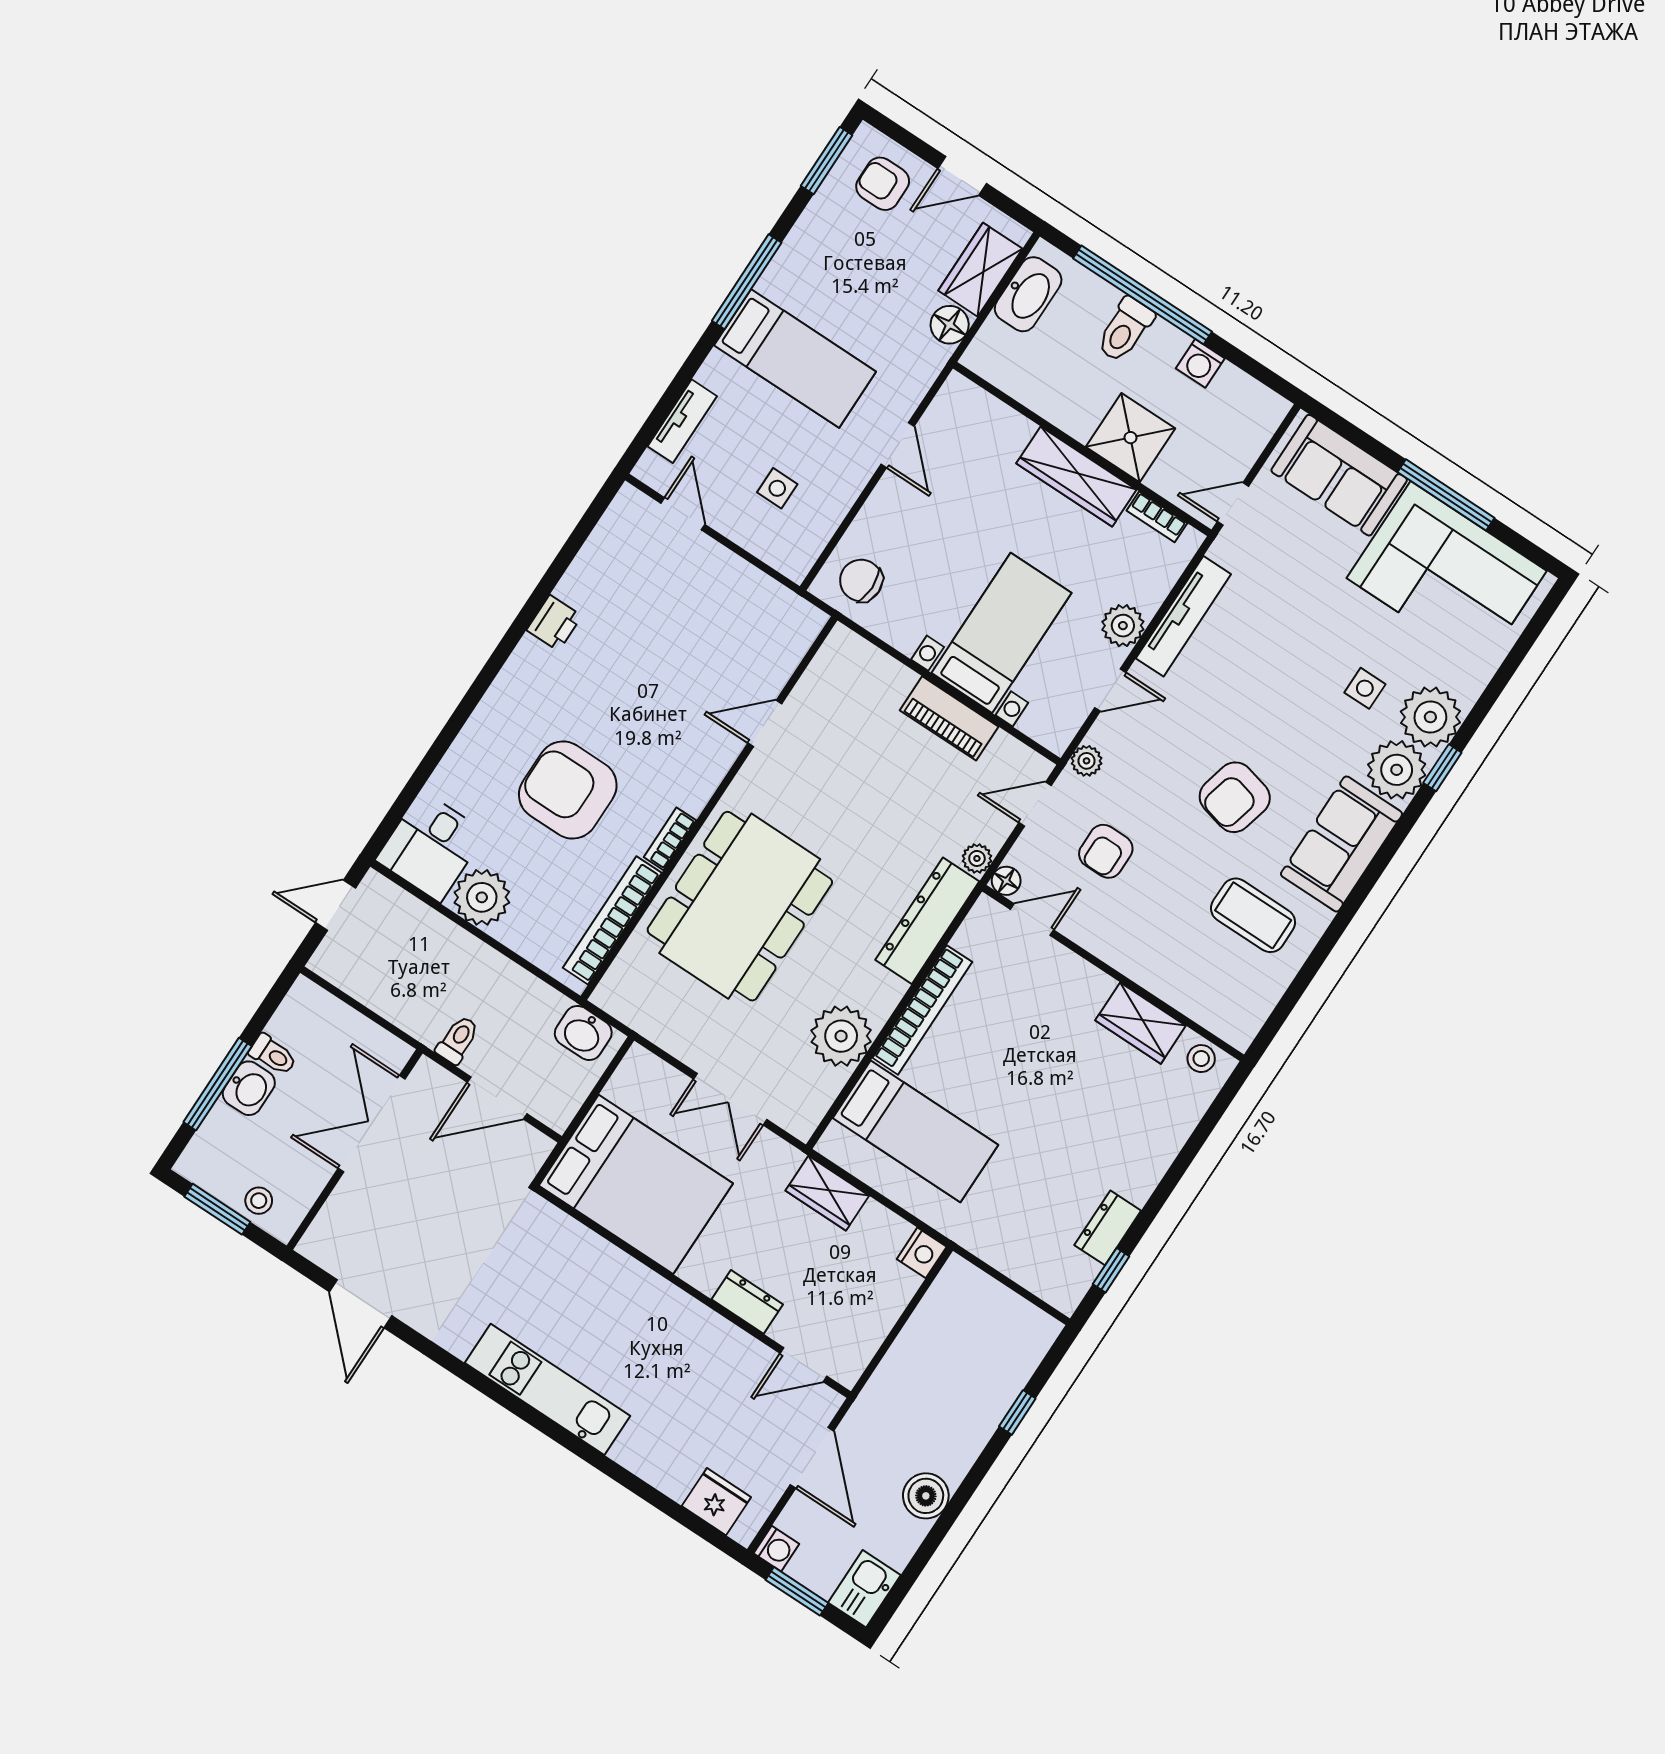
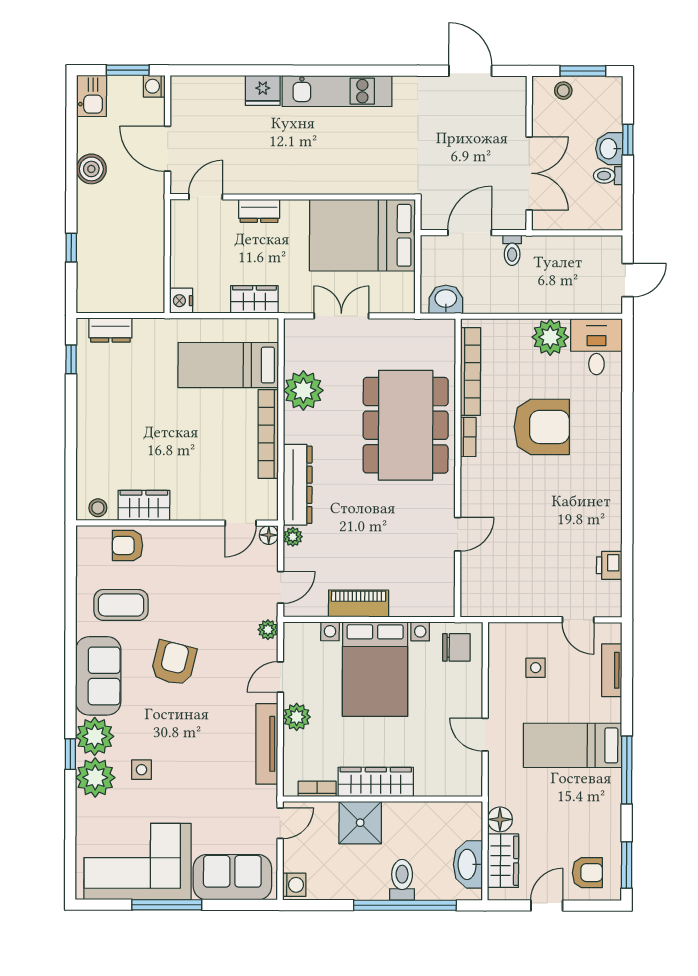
washing machine: (1200, 363) -> (294, 885), moved, turned 90
printer: (554, 623) -> (609, 565), moved
bed with nightstands: (1001, 633) -> (375, 669), width x1.36
armchair: (1106, 851) -> (128, 545), moved, turned -90
window: (218, 1084) -> (628, 140), width x0.46
dresser: (1108, 1228) -> (110, 330), moved, turned 90
fridge: (716, 1502) -> (263, 90), moved

